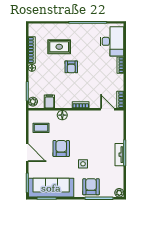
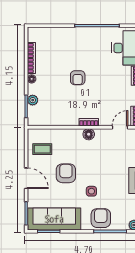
rug: (59, 47) -> (64, 54), removed
plant: (33, 102) -> (33, 100), moved
filing cabinet: (49, 102) -> (52, 118), removed
door: (107, 109) -> (120, 127), hinge flipped
floor lamp: (62, 115) -> (89, 134), moved

